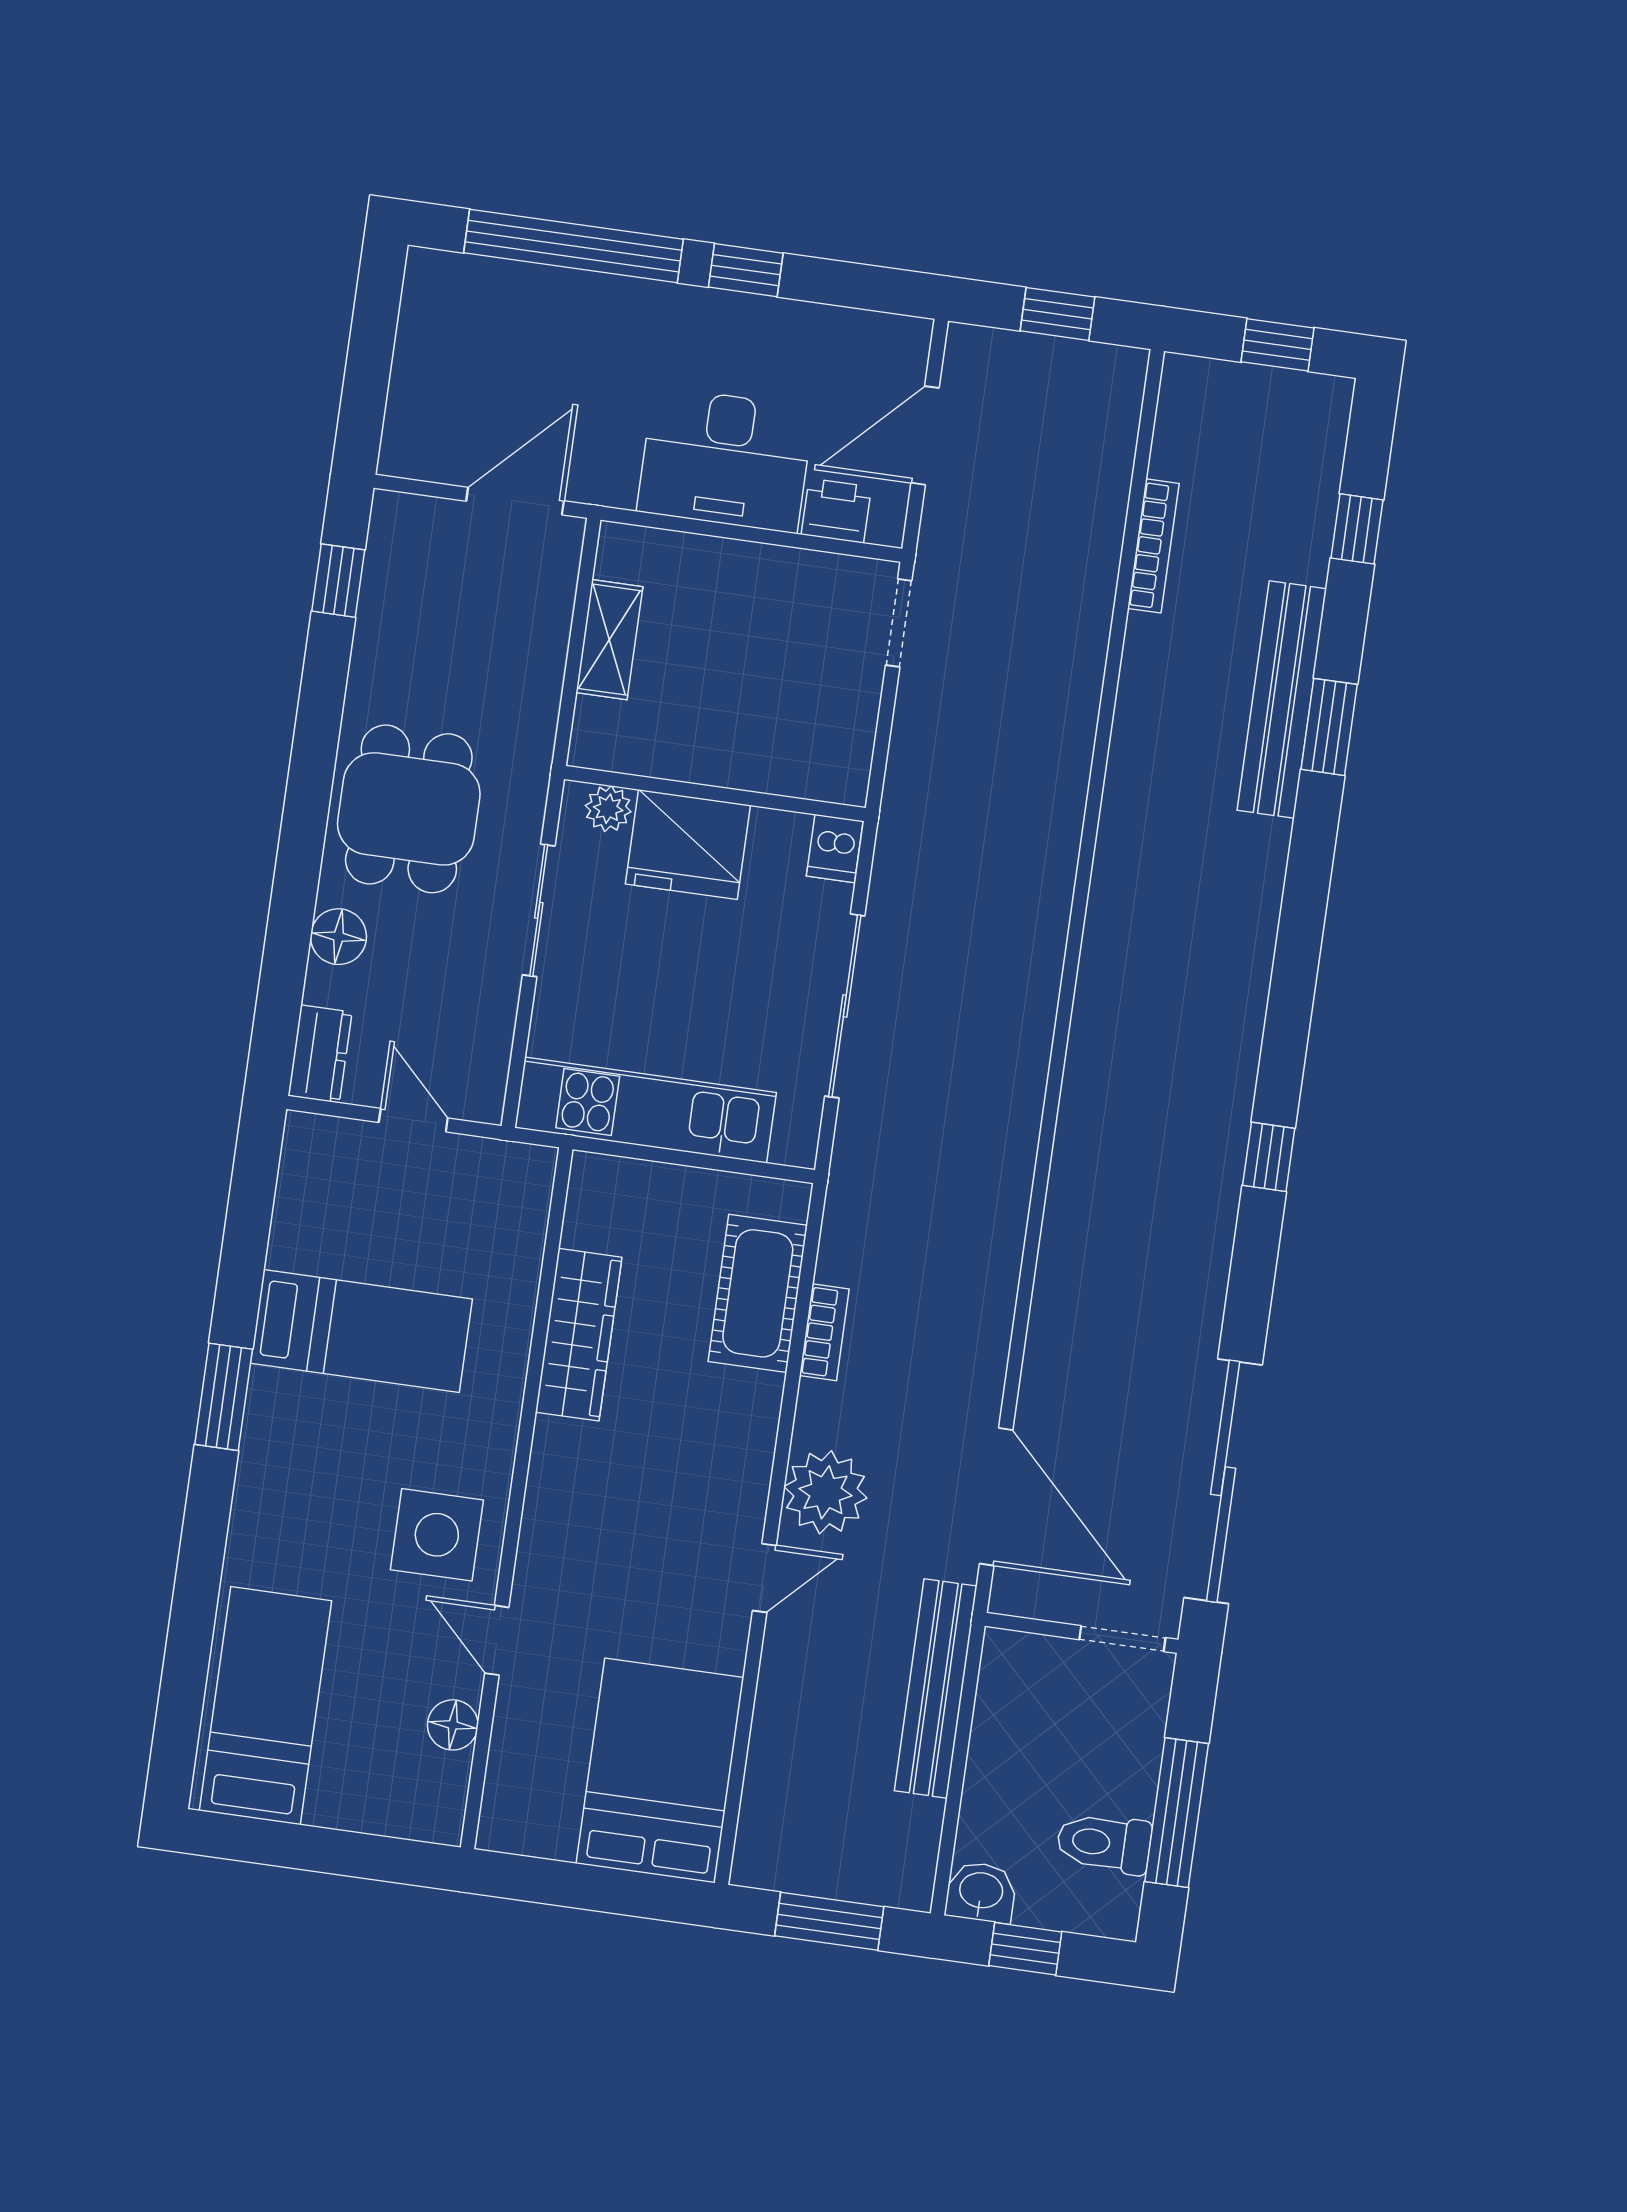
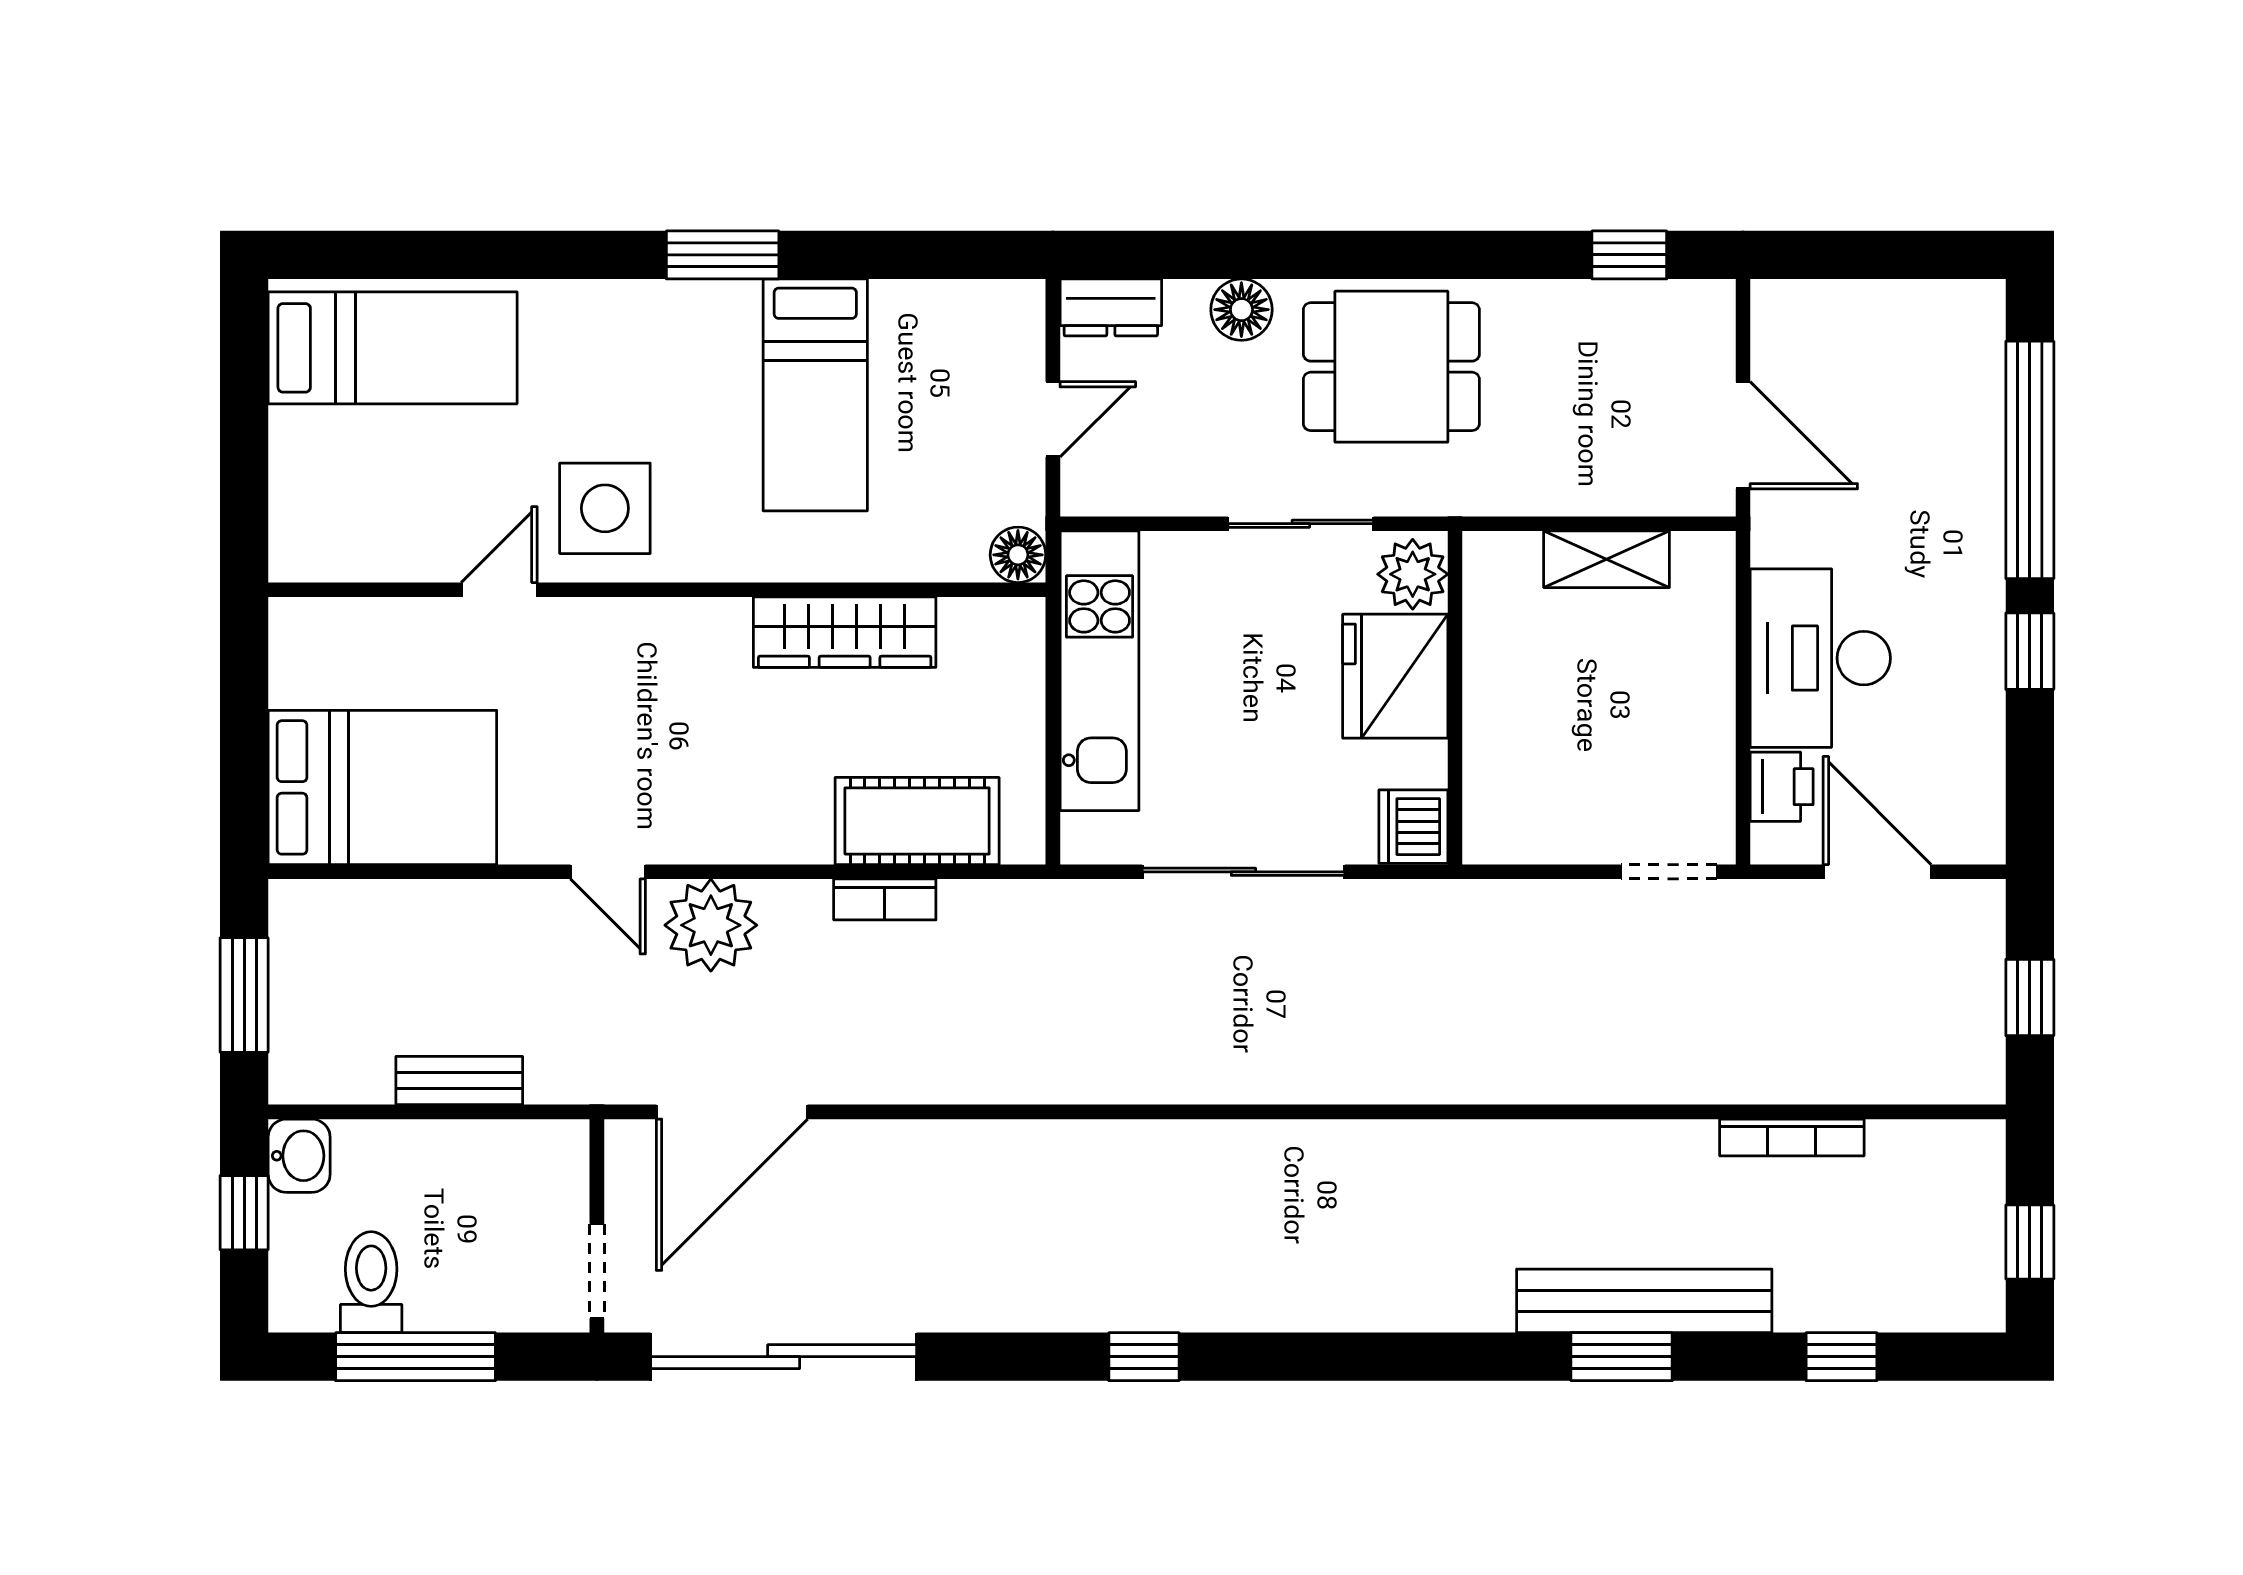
plant: (608, 809) -> (1413, 574), width x1.38, depth x1.38
dishwasher: (835, 849) -> (1413, 827), width x1.38
bench: (936, 1688) -> (459, 1080), width x0.54, depth x0.82
floor lamp: (453, 1725) -> (1018, 555), moved

